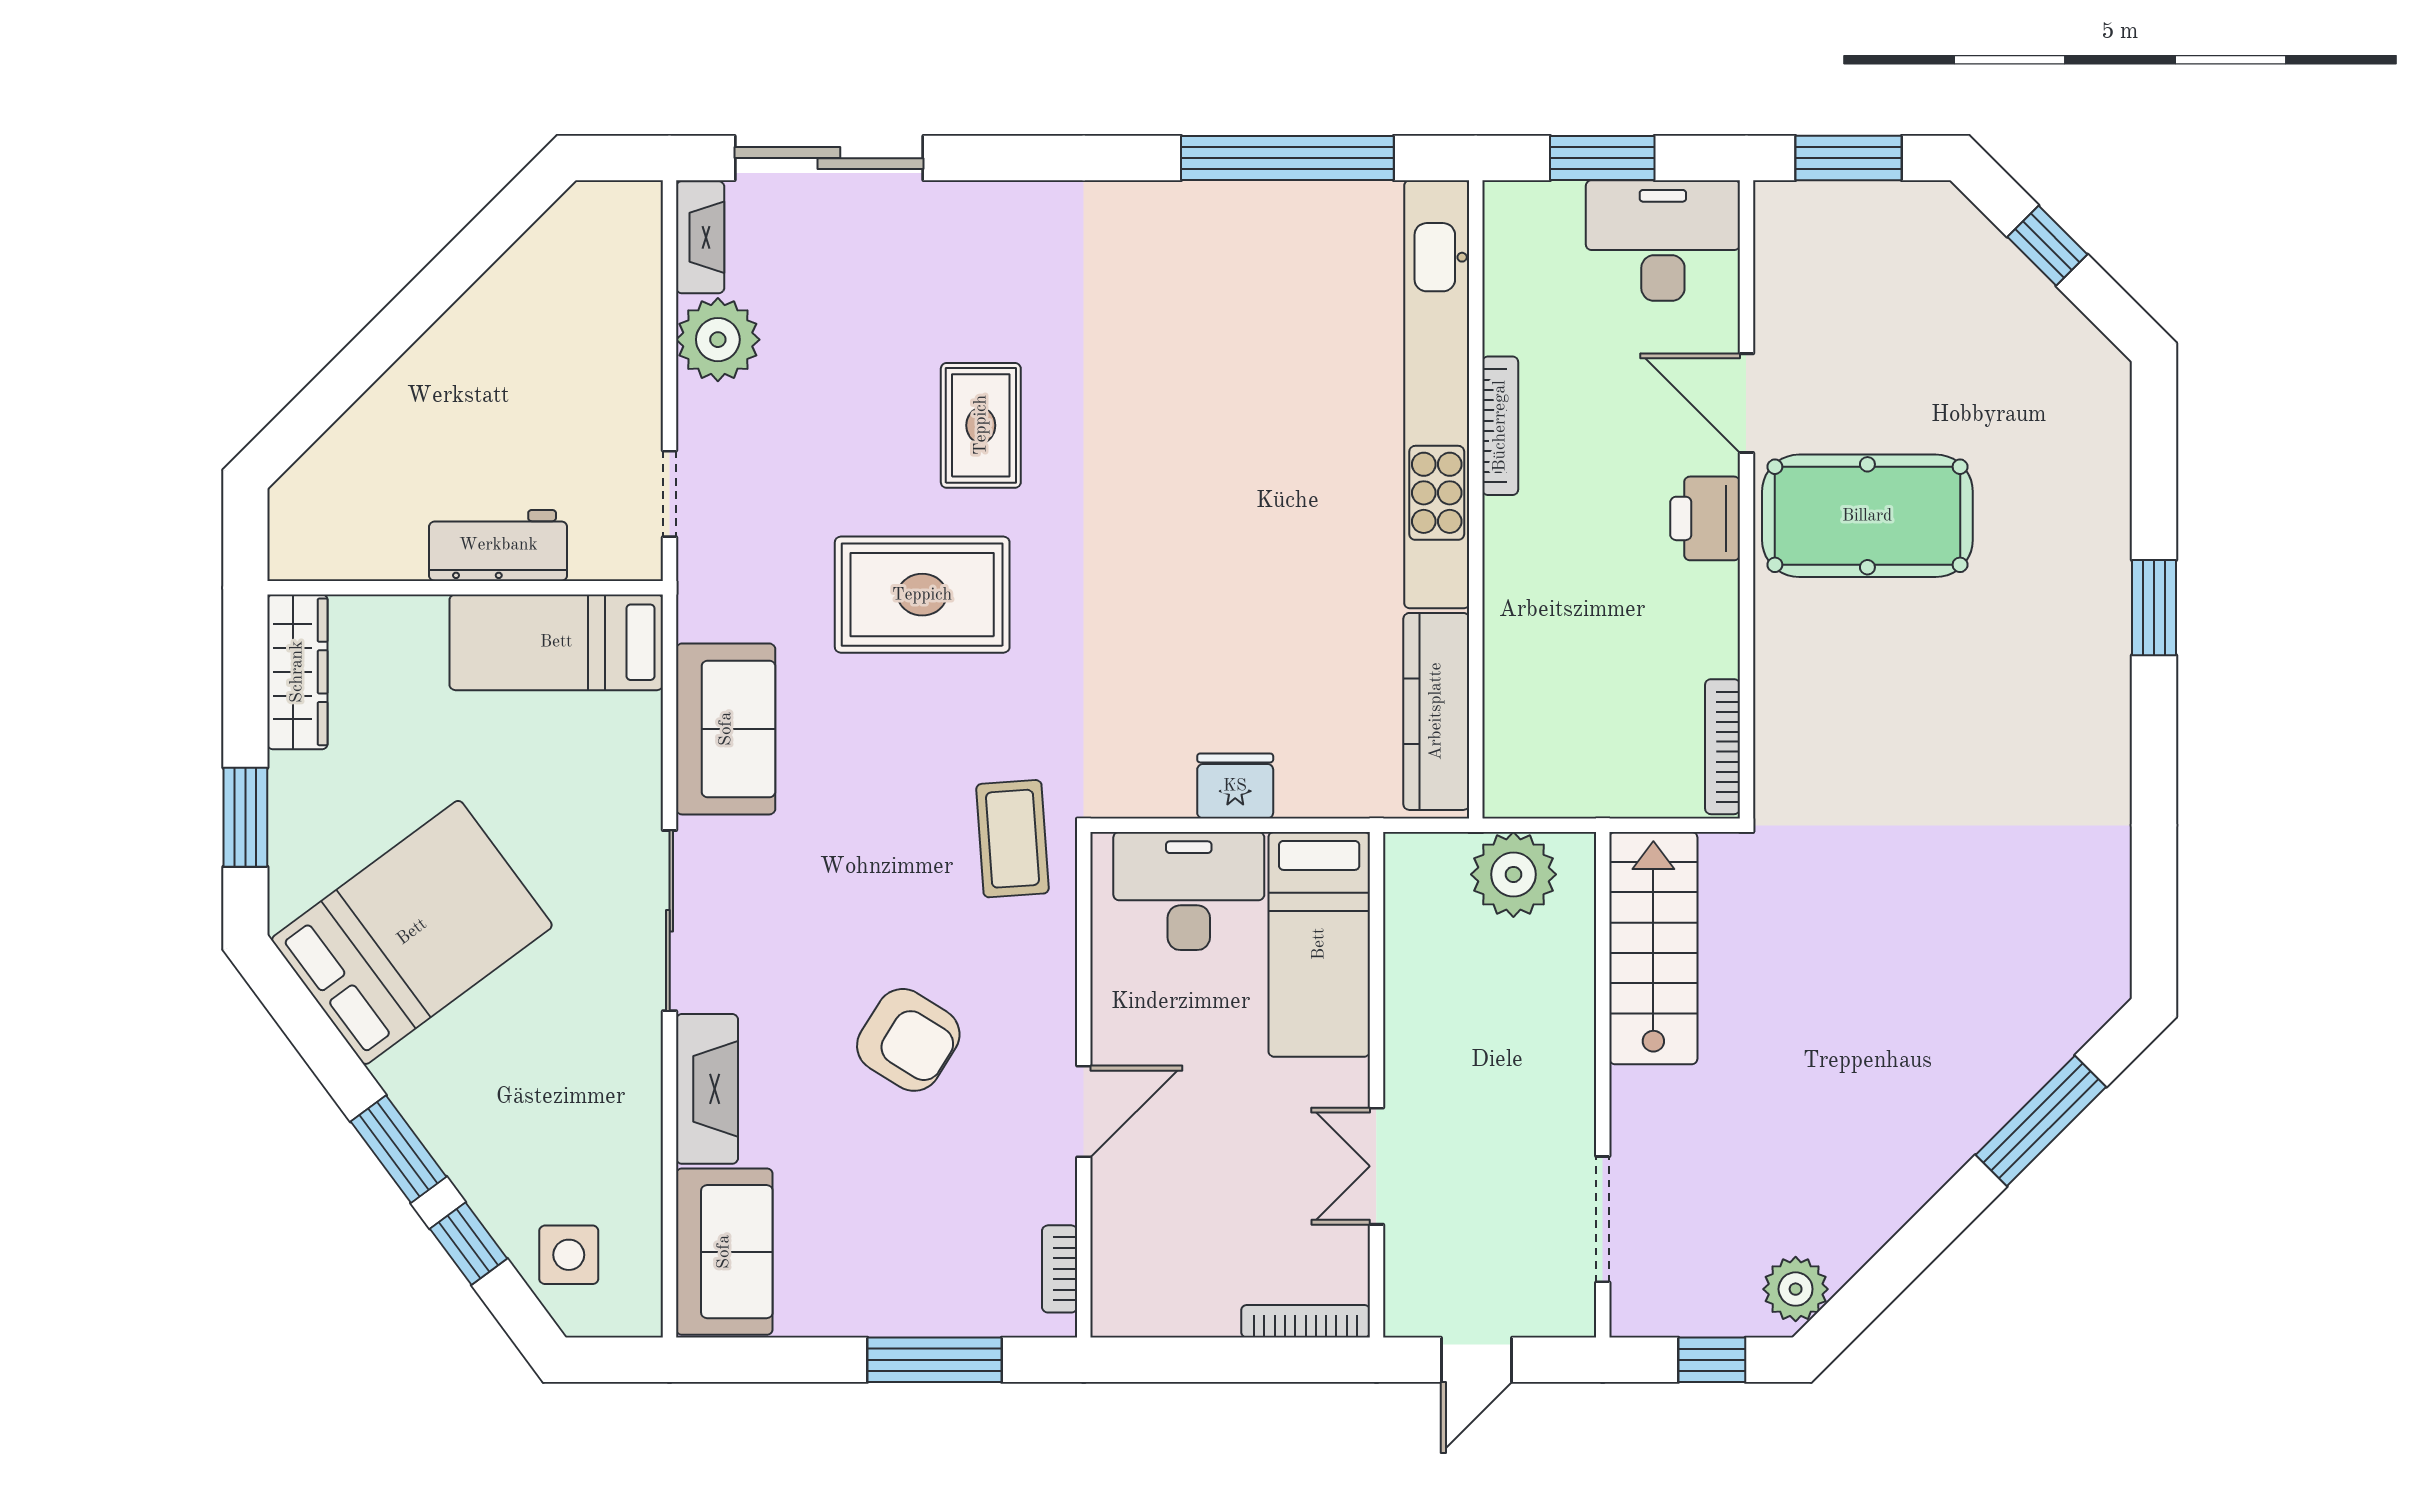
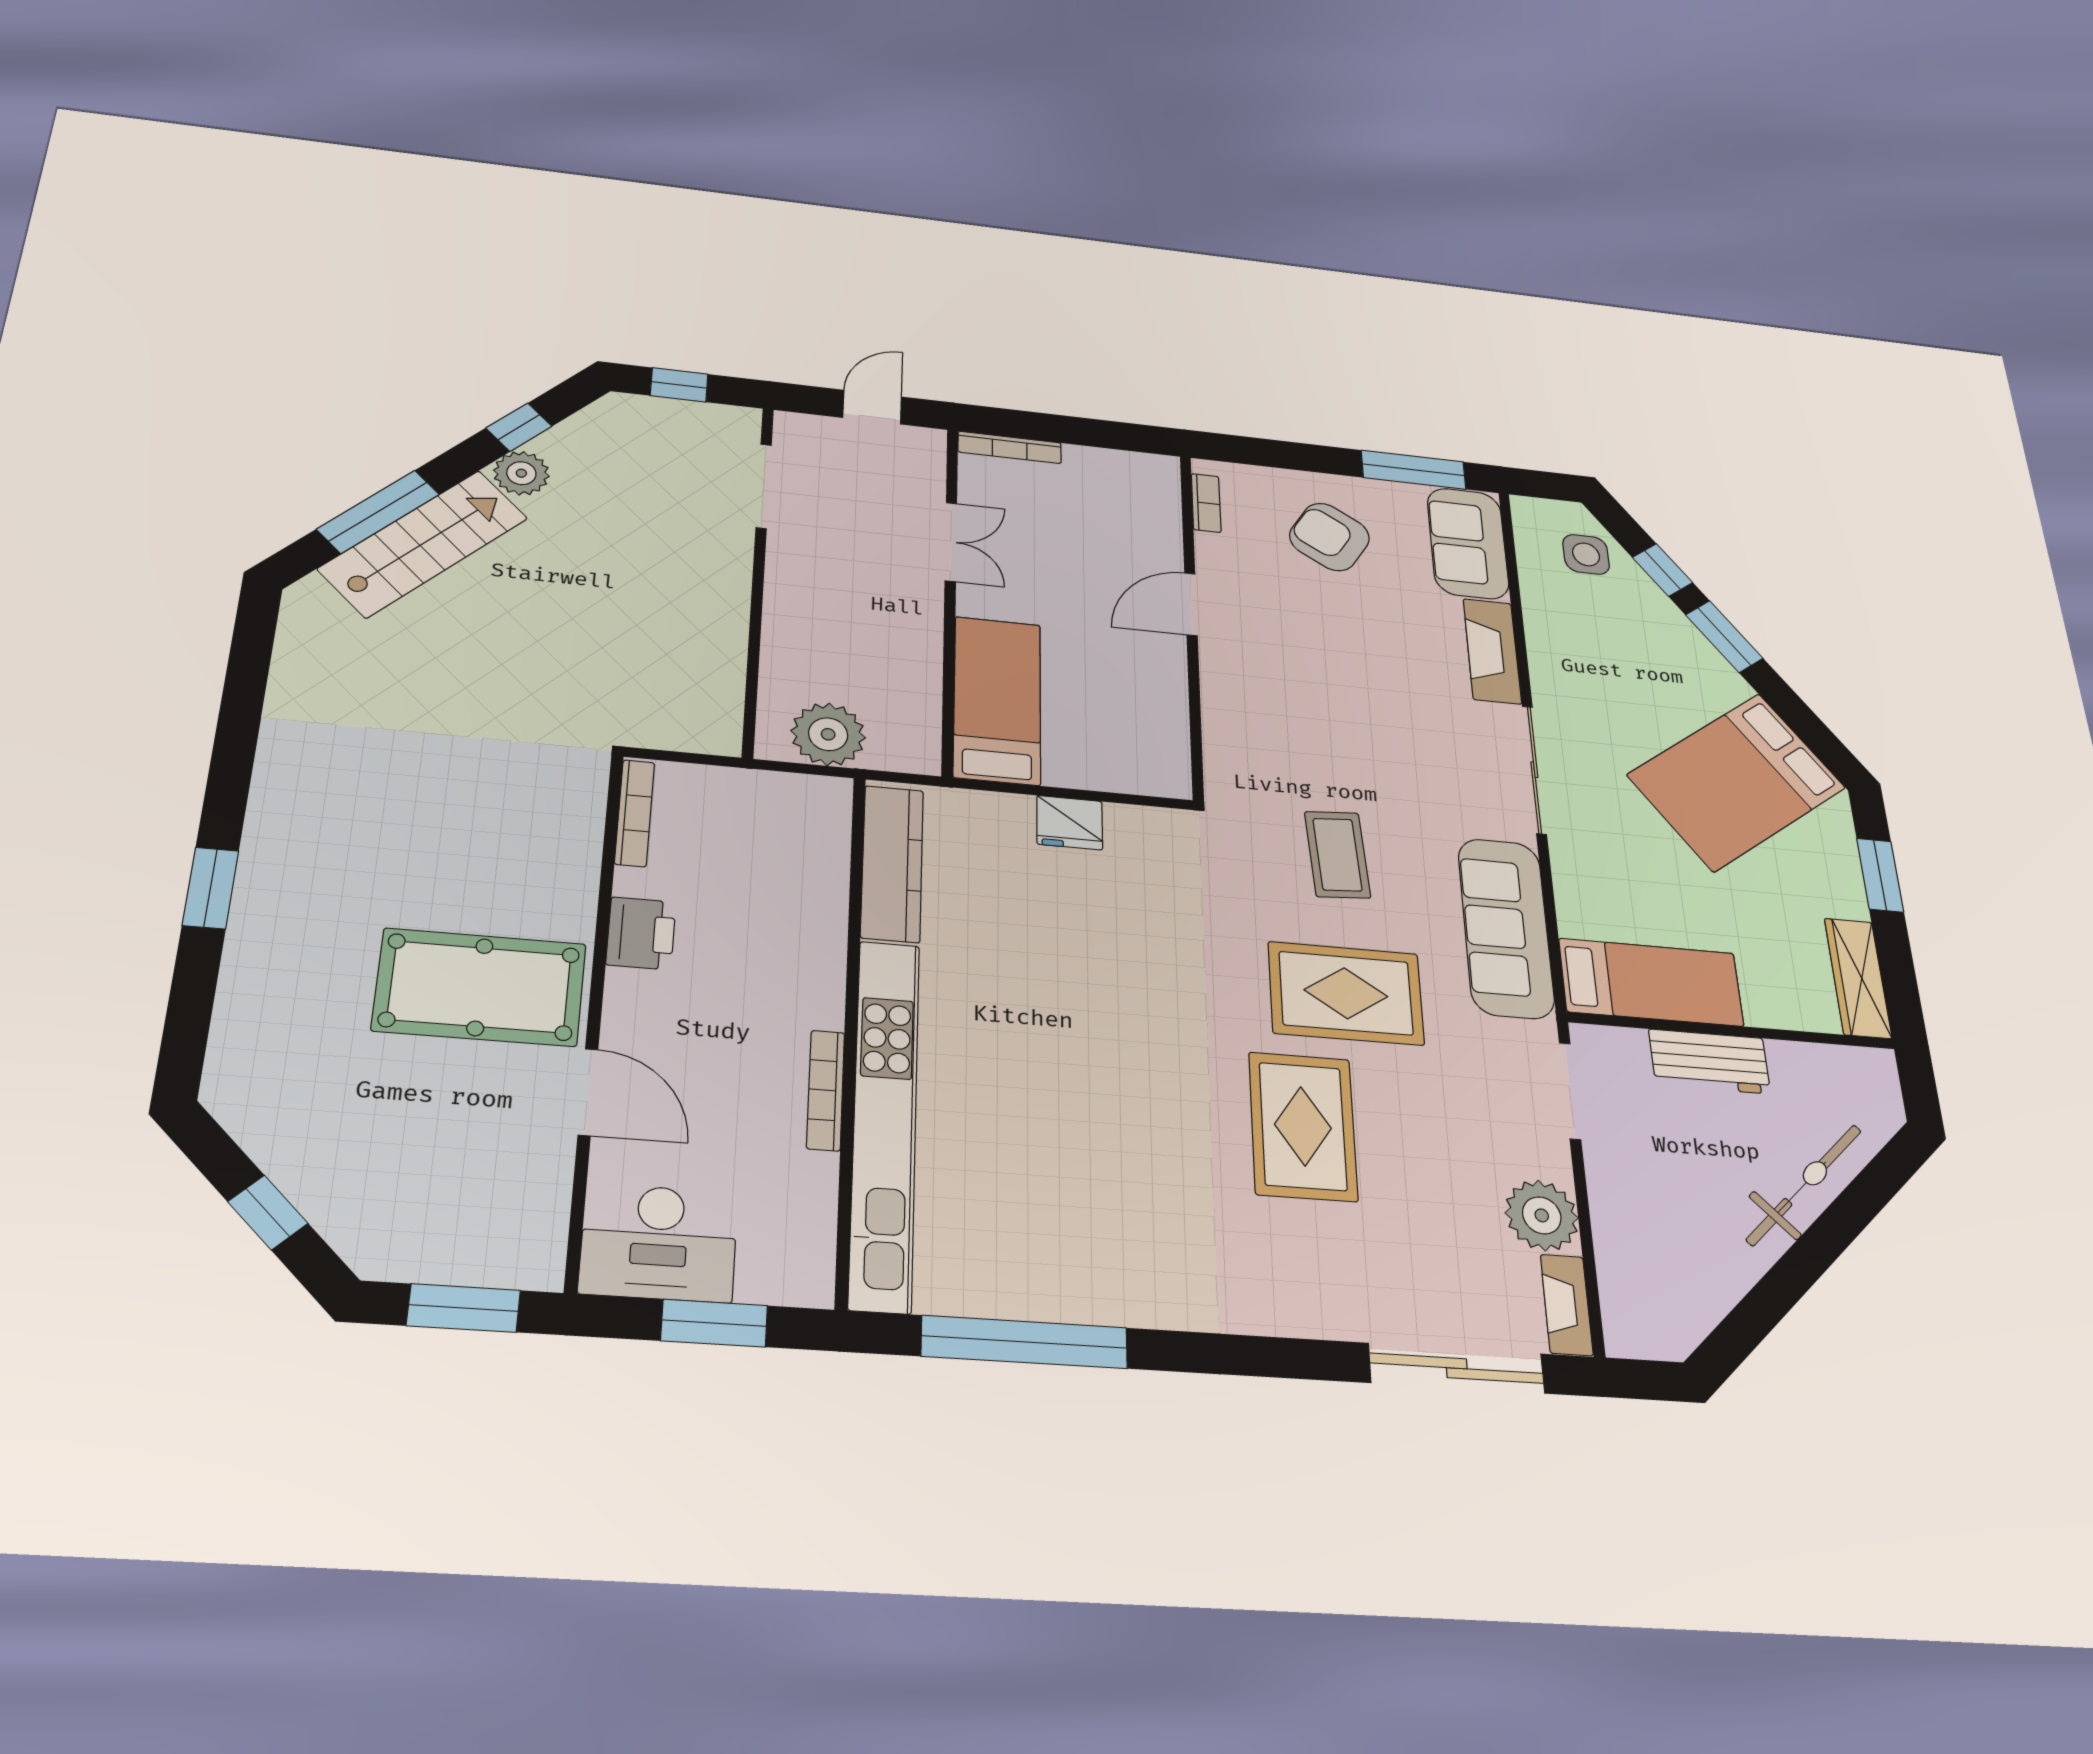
bicycle: (406, 399) -> (1804, 1185), added
rug: (981, 425) -> (1303, 1126), width x1.36, depth x1.43
doorway: (670, 494) -> (1570, 1091), width x1.38
printer: (1705, 518) -> (641, 933), moved
sofa: (726, 729) -> (1506, 928), width x1.36
coffee table: (1012, 839) -> (1337, 855), moved
desk: (1189, 891) -> (1108, 749), removed
stairs: (1653, 948) -> (423, 543), moved, turned -135
armchair: (908, 1040) -> (1329, 537), moved
window: (1895, 1267) -> (519, 427), added
plant: (1796, 1289) -> (521, 473), moved
window: (934, 1360) -> (1414, 470), moved

